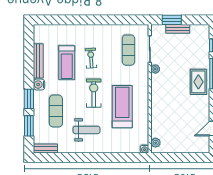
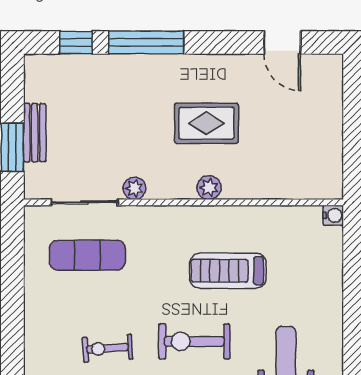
rug: (198, 82) -> (206, 123), moved
treadmill: (122, 107) -> (228, 271), width x0.73, depth x0.73
plant: (156, 143) -> (209, 188), moved

